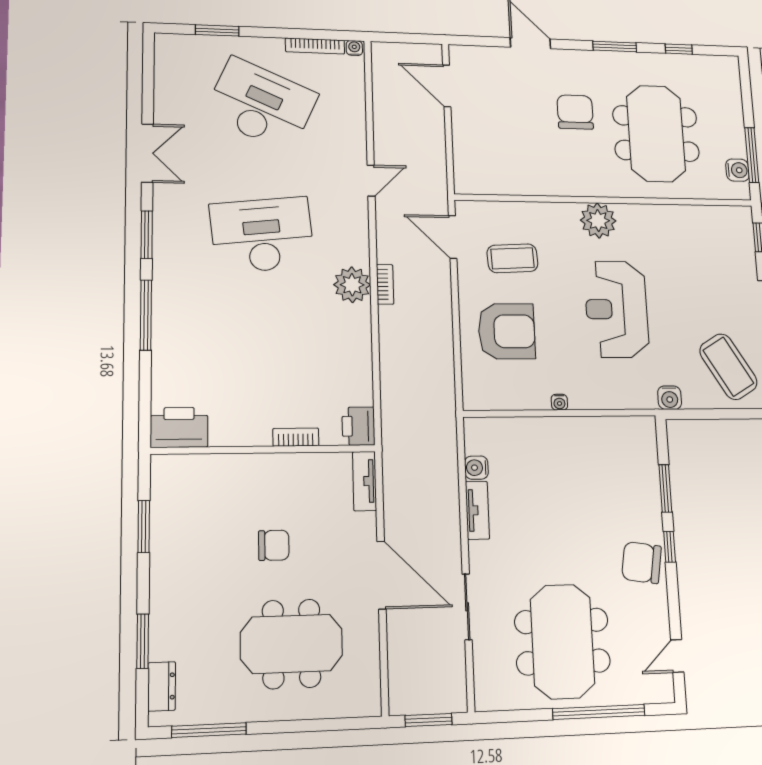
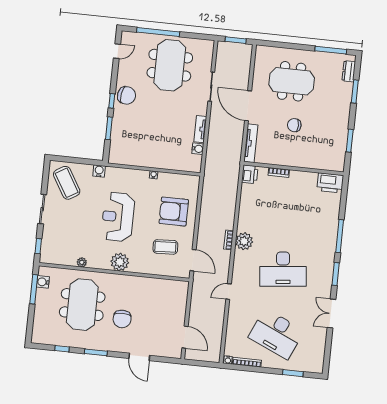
plant: (671, 214) -> (82, 262), added
reception desk: (617, 309) -> (118, 217), turned 180
tv unit: (365, 481) -> (251, 143), width x1.41

